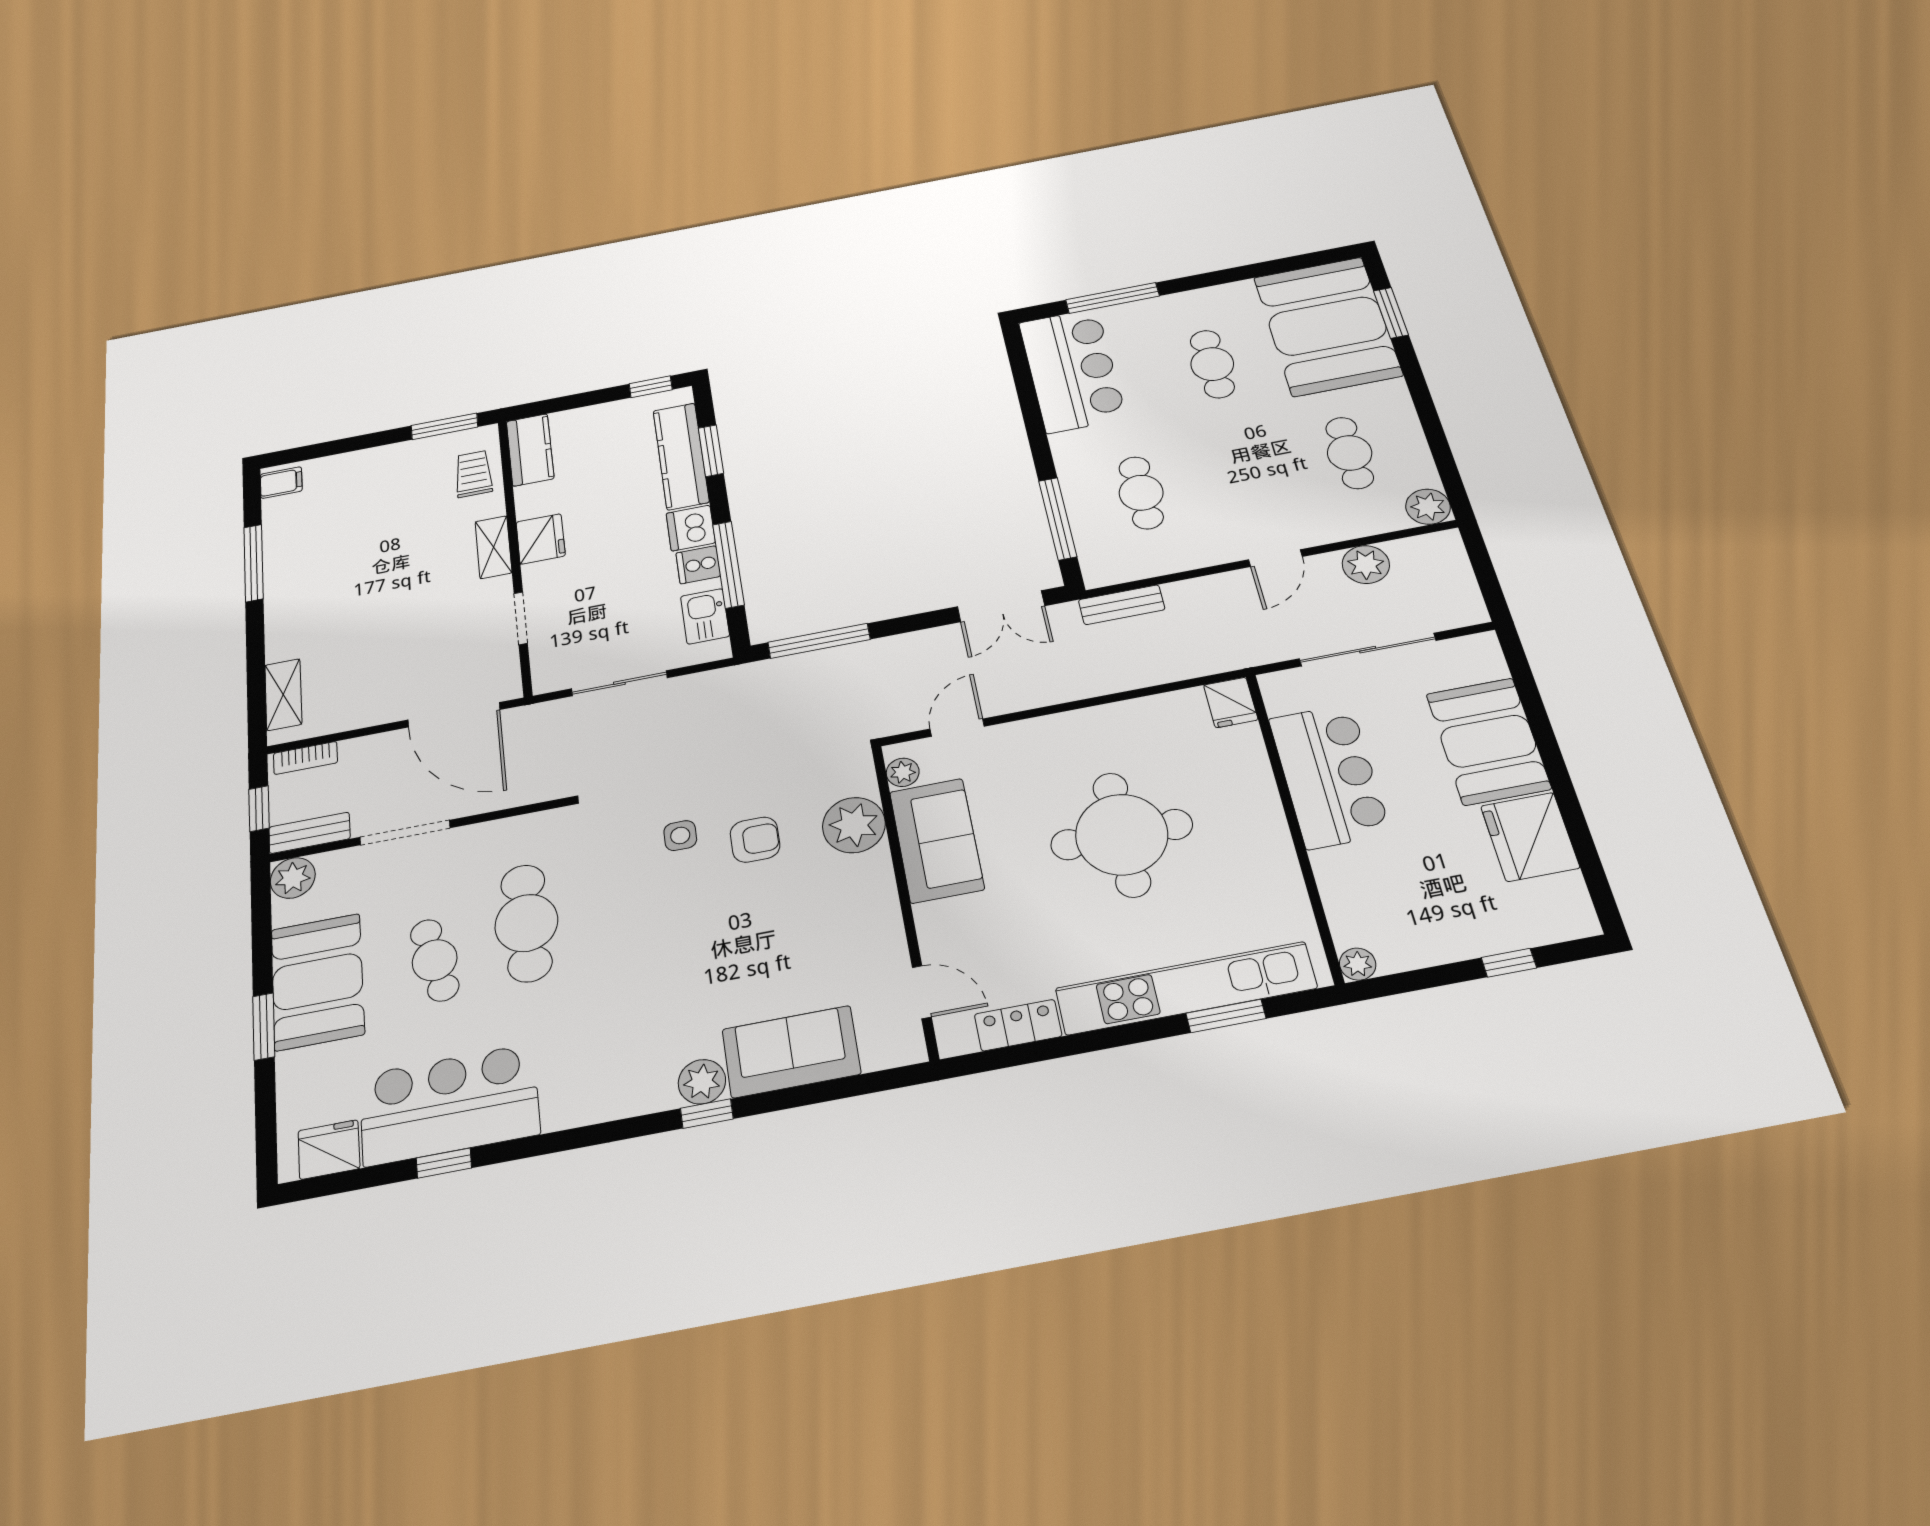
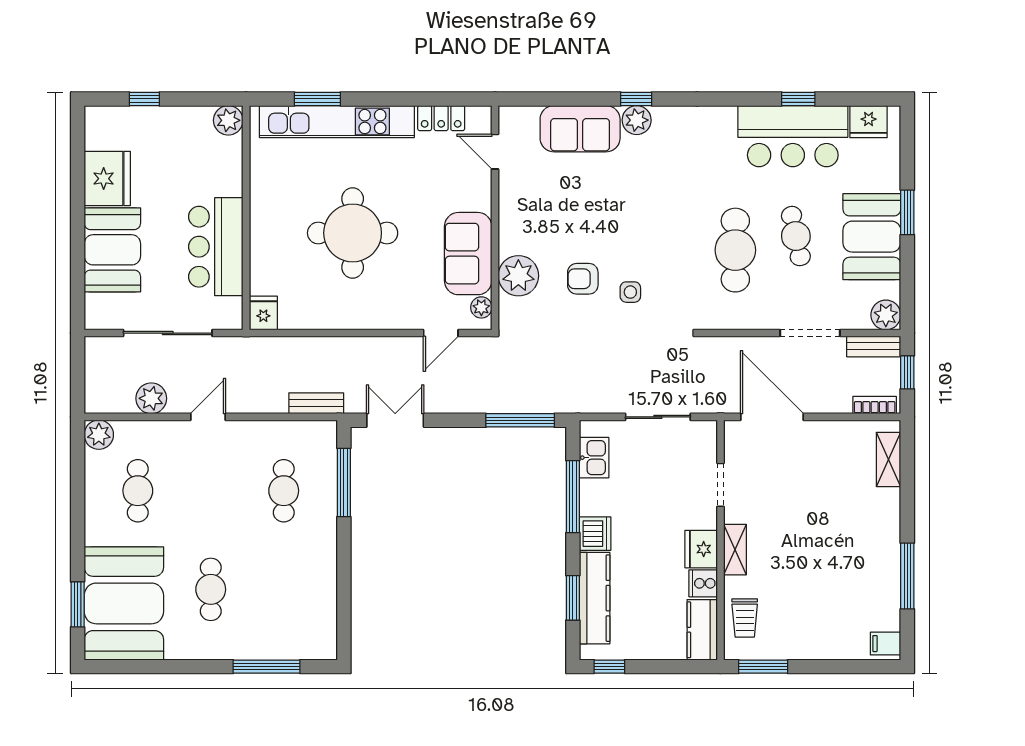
bar counter: (1072, 370) -> (308, 608), removed
cooker: (698, 565) -> (703, 583), moved, turned 180
plant: (1358, 964) -> (228, 120), width x1.38, depth x1.38

